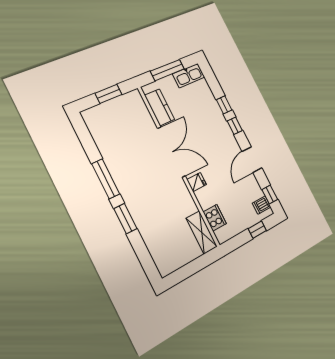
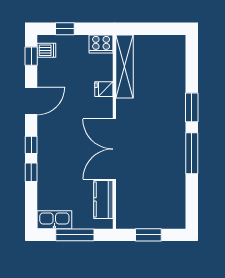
fridge: (197, 182) -> (104, 89), moved
cooker: (215, 218) -> (101, 44), moved, turned -90
shelving: (202, 232) -> (125, 66), width x1.47

